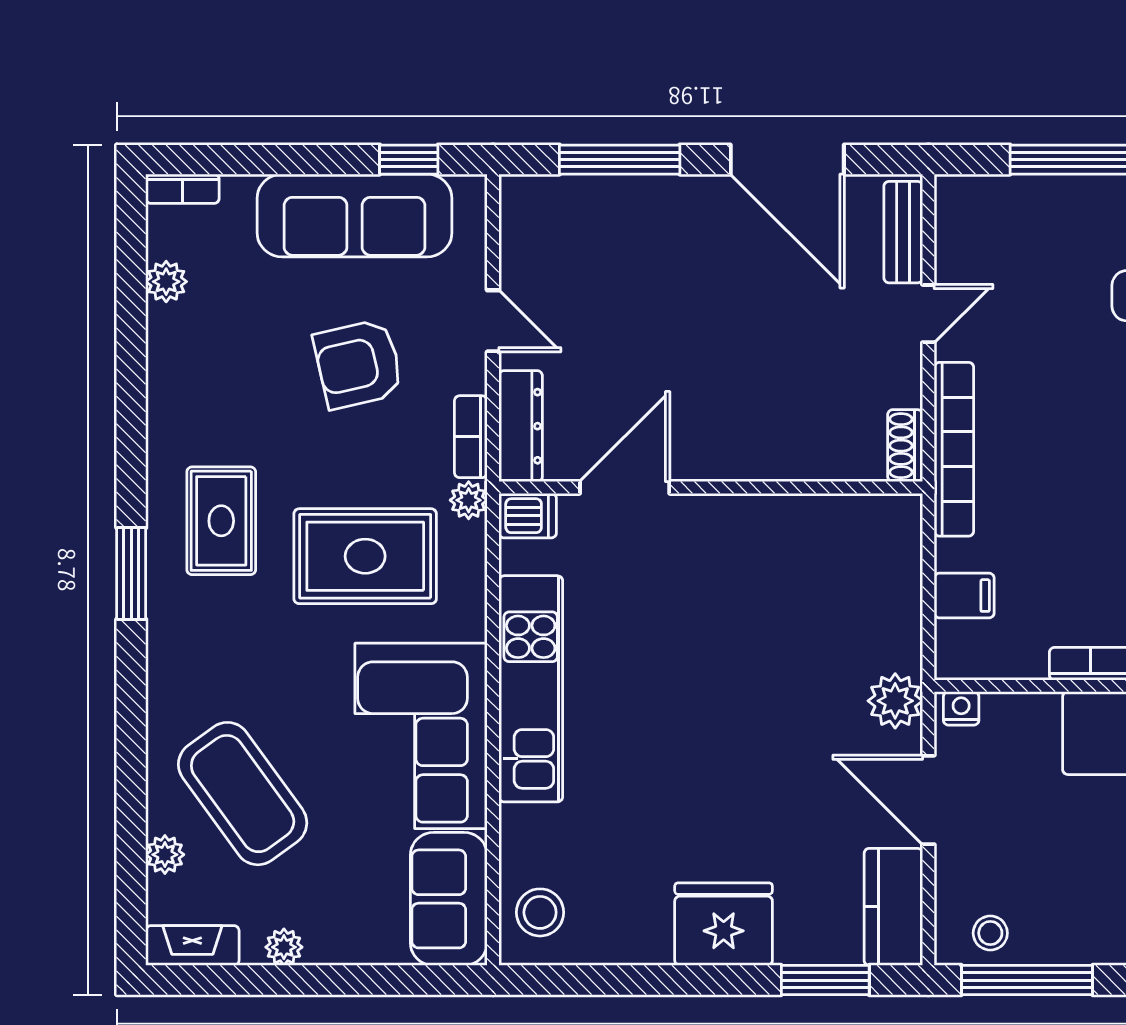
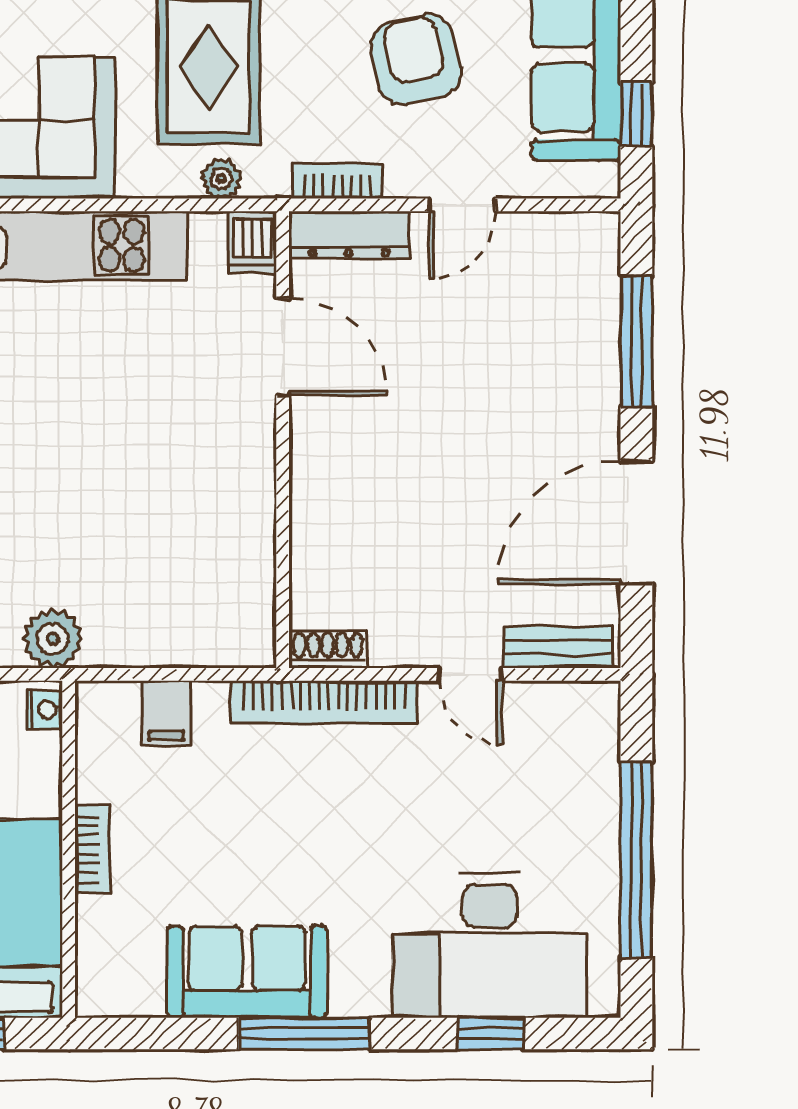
plant: (469, 500) -> (221, 179), moved

